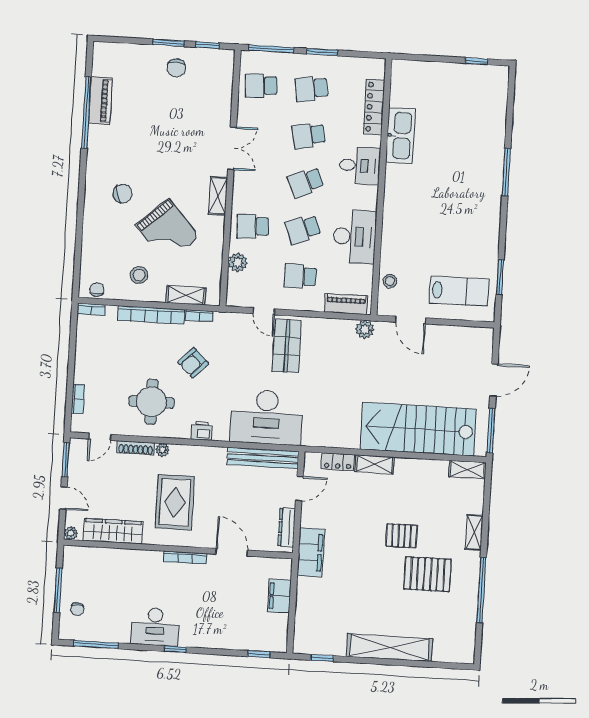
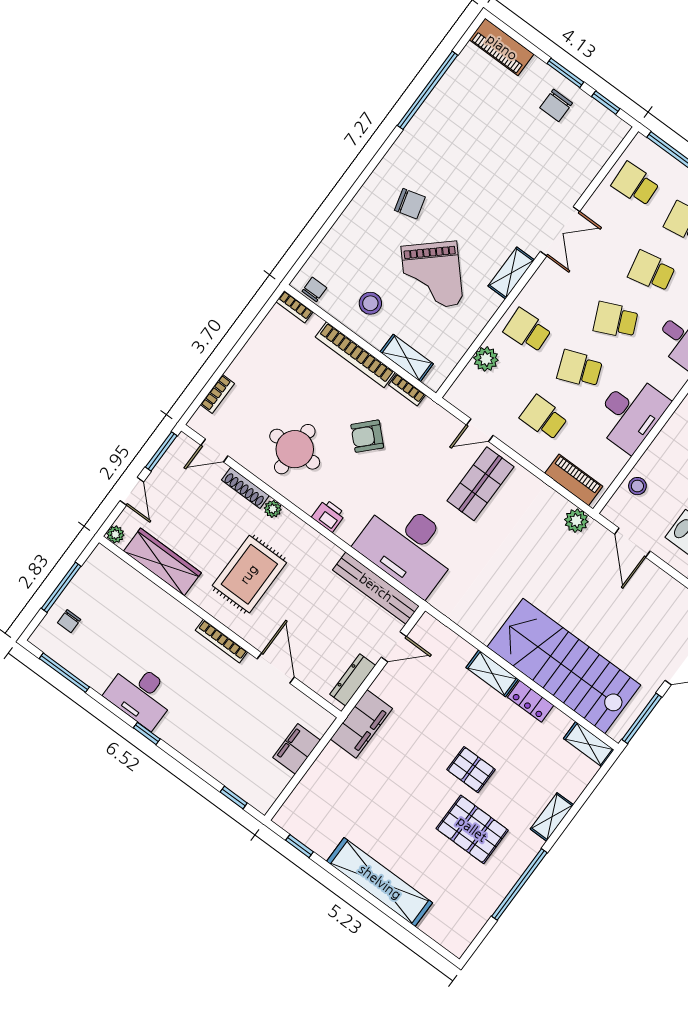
piano: (100, 100) -> (502, 47), moved, turned 90
door: (264, 311) -> (480, 430), hinge flipped
locker: (338, 462) -> (531, 701), moved

